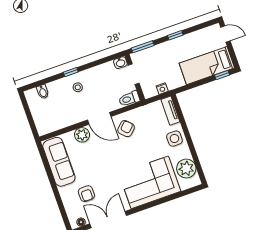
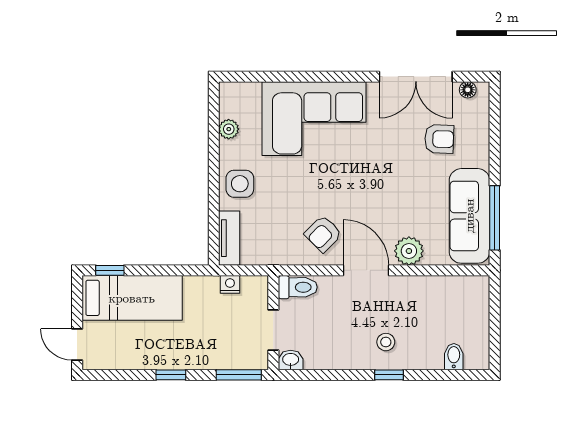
window: (47, 165) -> (495, 218), added
plant: (186, 169) -> (229, 129), width x0.53, depth x0.53
armchair: (86, 194) -> (439, 139), turned 92

